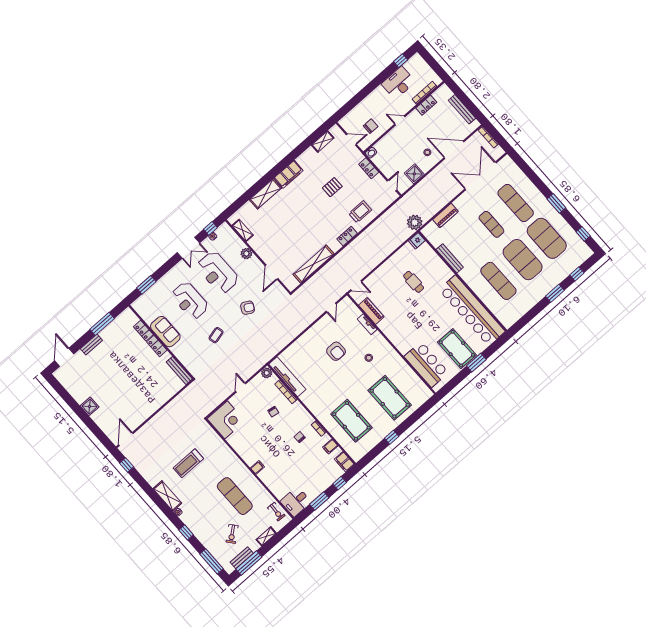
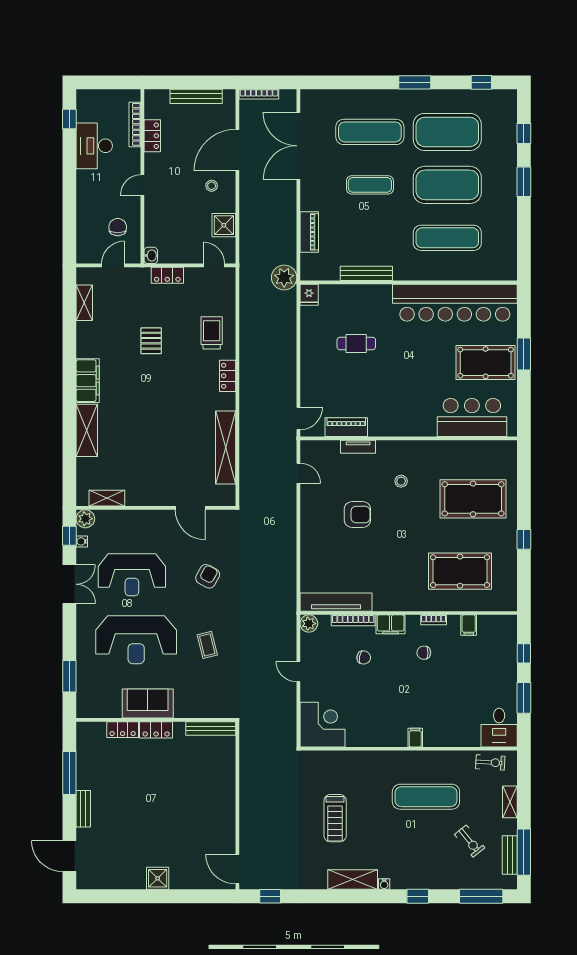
plant: (246, 254) -> (85, 519), moved
reception desk: (190, 301) -> (136, 640), width x1.36, depth x1.30
filing cabinet: (344, 462) -> (391, 624), moved

